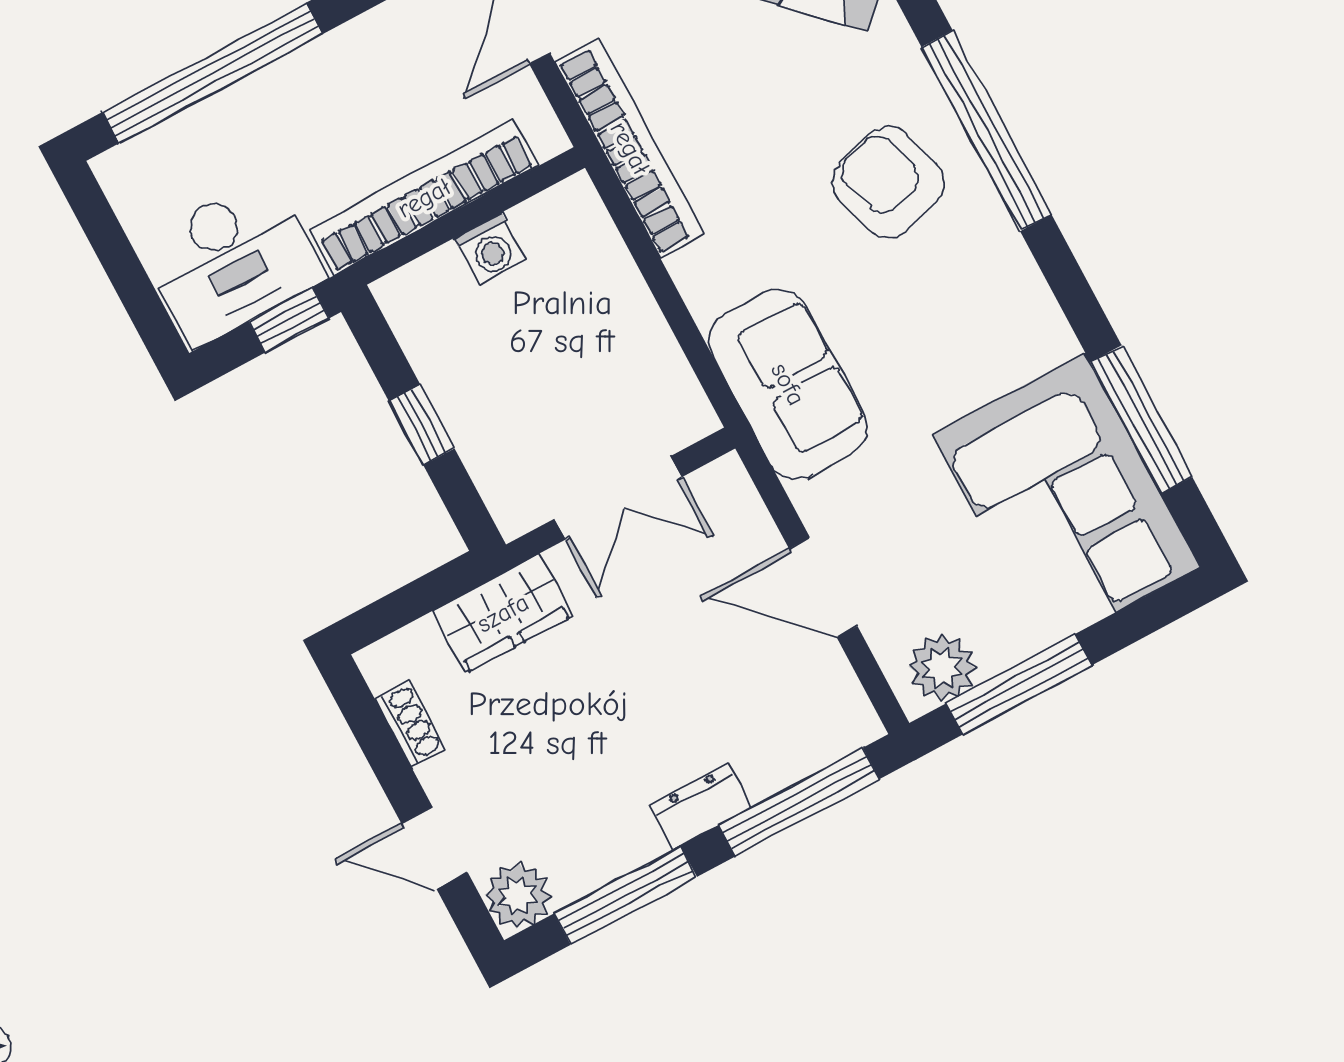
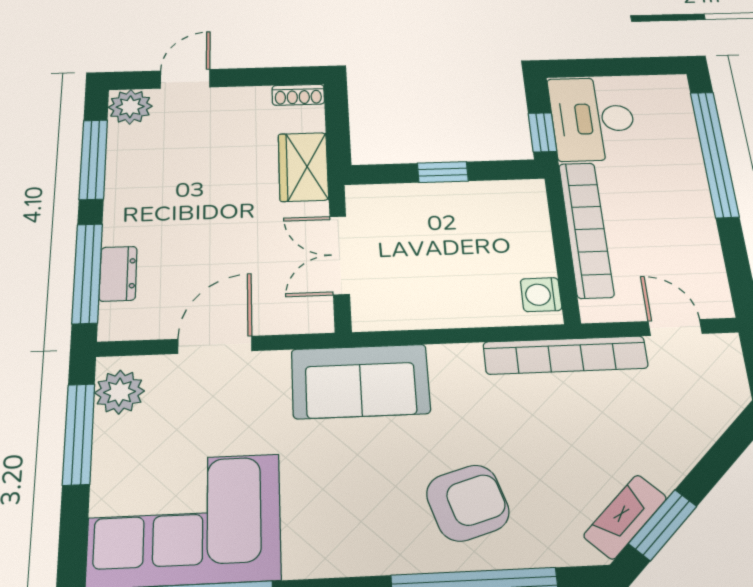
washing machine: (490, 249) -> (541, 295), moved
shoe rack: (410, 724) -> (298, 95), moved
dresser: (701, 806) -> (118, 274), moved

